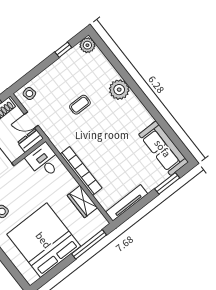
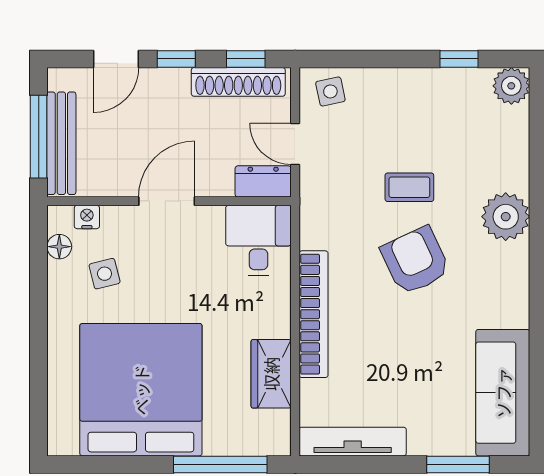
armchair: (101, 127) -> (415, 261), added

